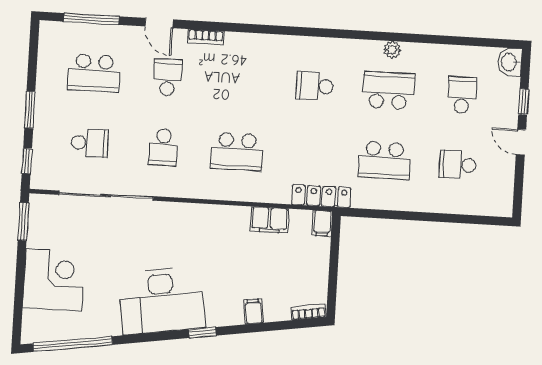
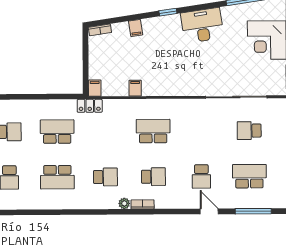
bookcase: (206, 37) -> (143, 204), moved
plant: (392, 50) -> (124, 203), moved
school desk: (163, 147) -> (153, 177), moved, turned 90
locker: (321, 196) -> (90, 106), width x0.66
filing cabinet: (270, 220) -> (135, 88), width x0.50
desk: (162, 301) -> (202, 25), width x0.73, depth x0.77

